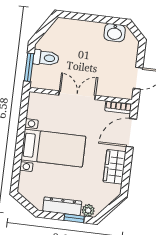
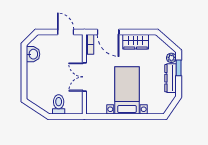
window: (29, 67) -> (67, 116), removed

